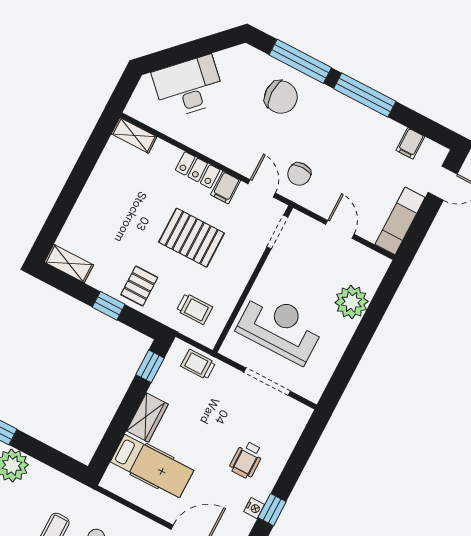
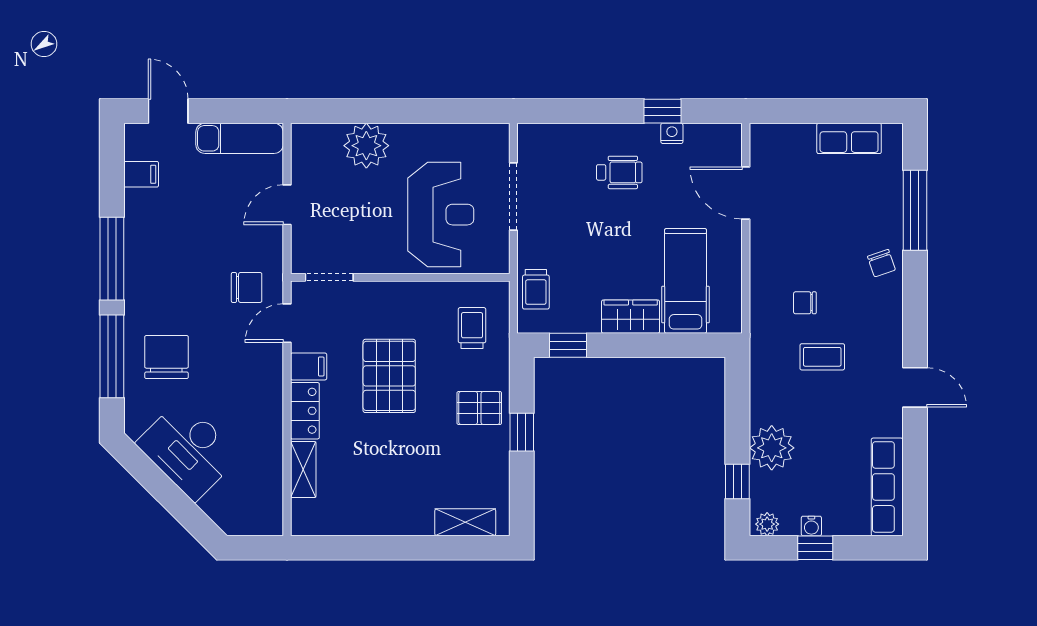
desk: (189, 87) -> (188, 450), moved
shelving: (134, 135) -> (303, 470), moved
shelving: (69, 264) -> (465, 522), moved, turned 90
reception desk: (280, 327) -> (441, 215), turned 180

